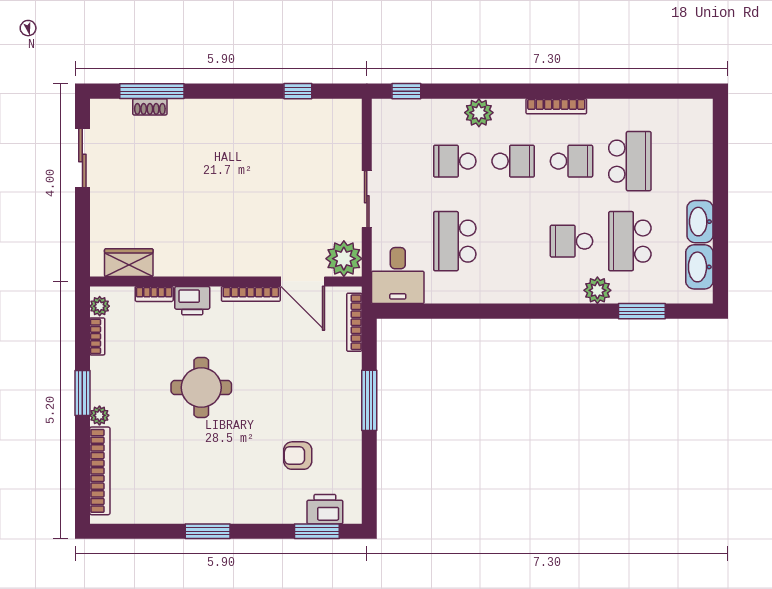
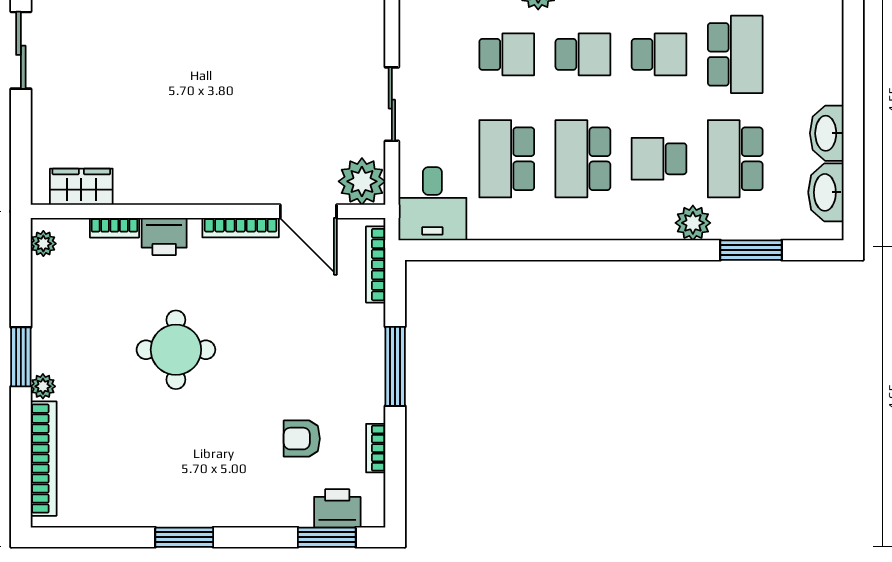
school desk: (455, 161) -> (507, 54), turned 180
school desk: (513, 241) -> (583, 159), added
bookcase: (97, 336) -> (376, 448), moved, turned 180

